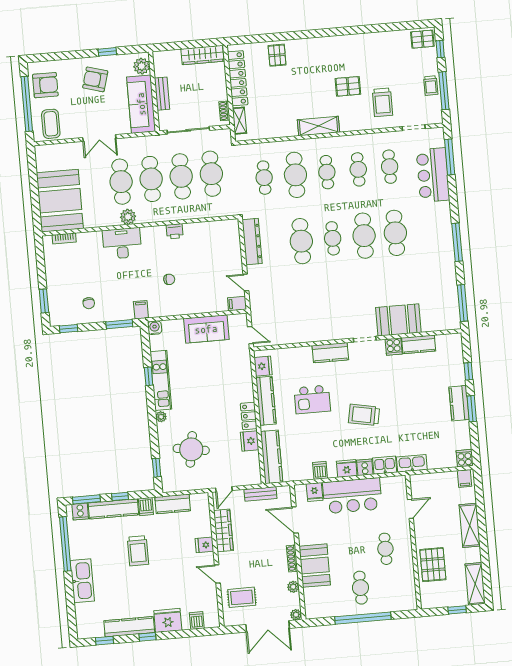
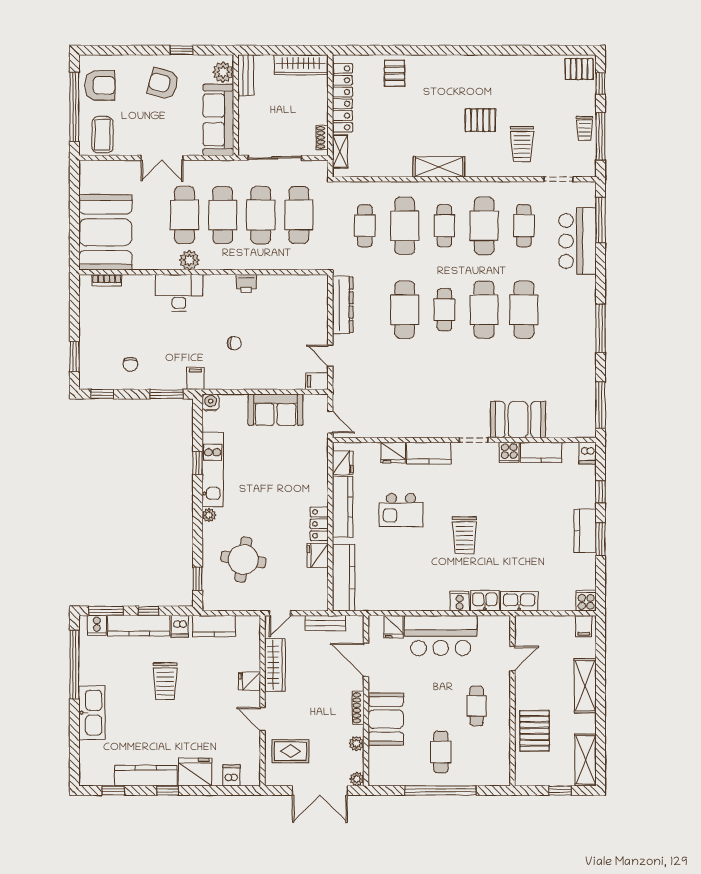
bench: (162, 94) -> (246, 75), moved
cafe table: (358, 169) -> (484, 226), width x1.37, depth x1.35
trolley: (364, 415) -> (464, 535), turned -101
fridge: (347, 468) -> (393, 453), moved, turned 180
dishwasher: (320, 470) -> (588, 453), moved, turned 180

